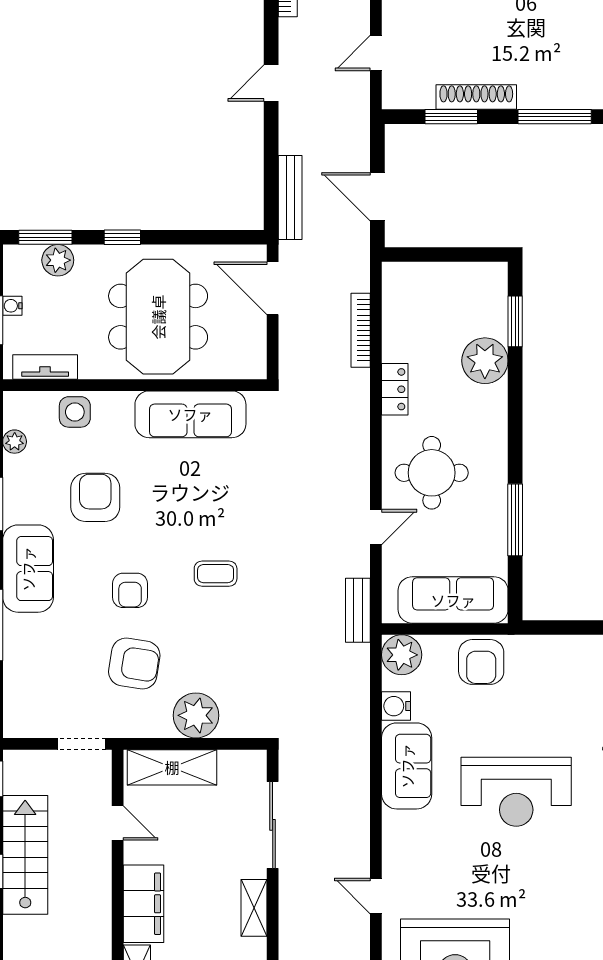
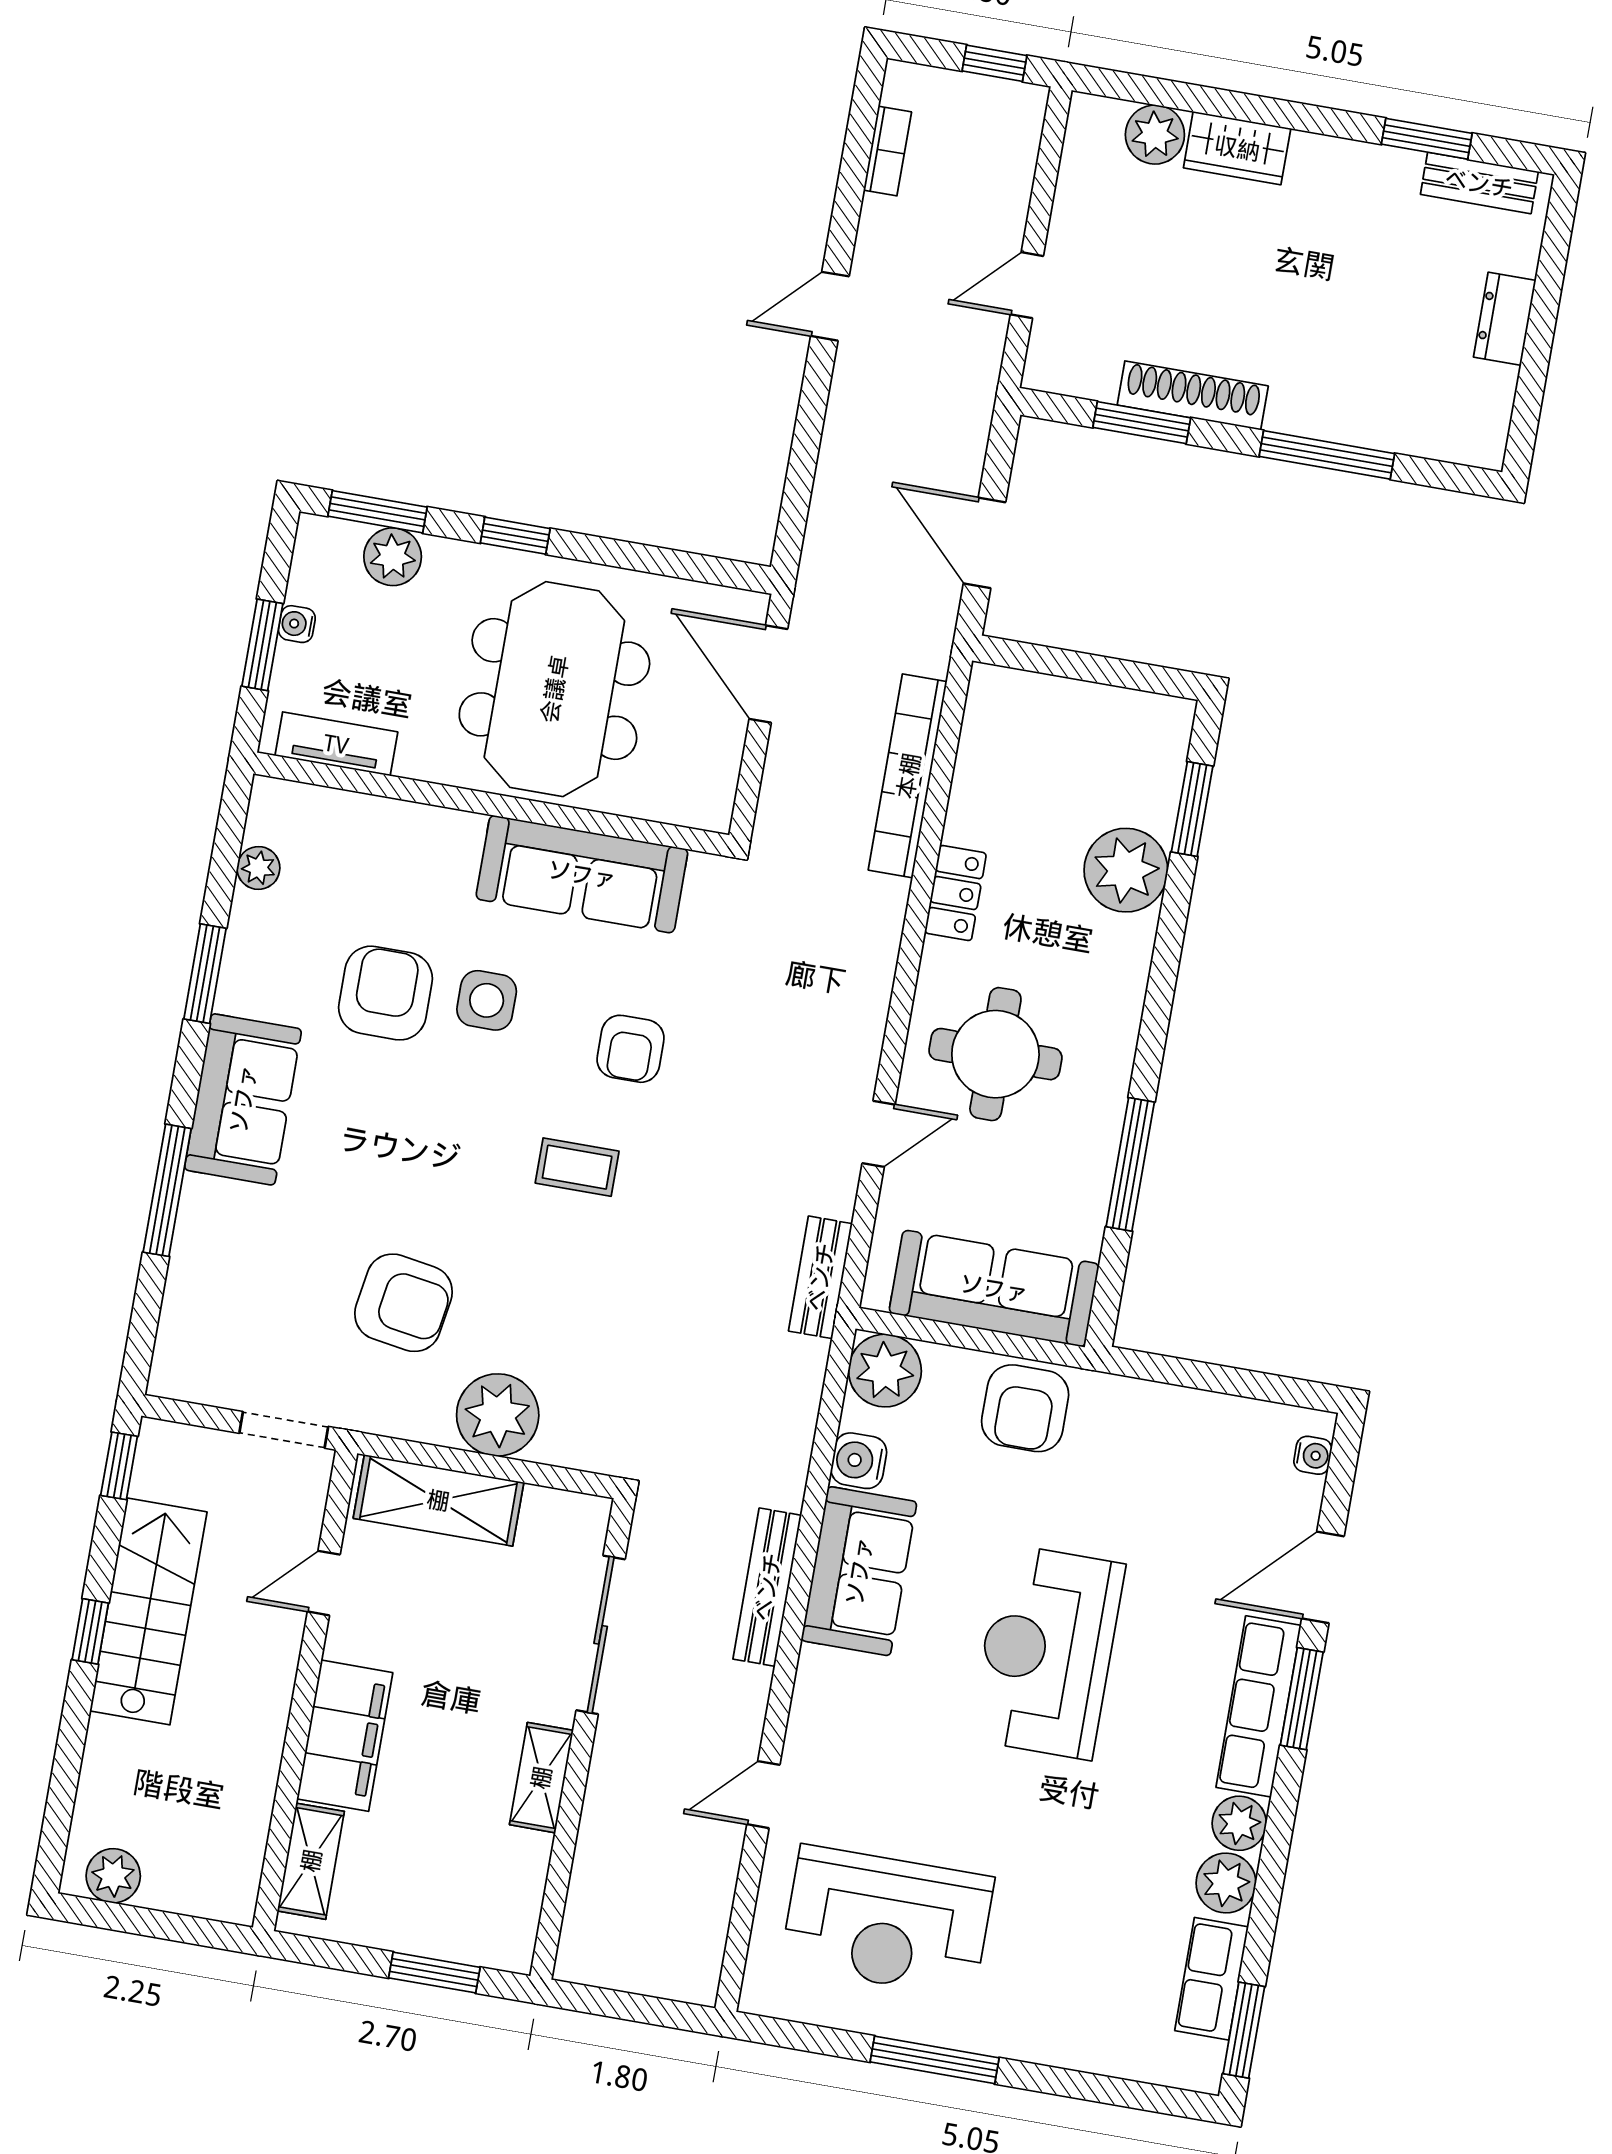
bench: (290, 197) -> (767, 1587), moved
bookcase: (361, 330) -> (908, 776), width x1.48, depth x1.31
side table: (75, 412) -> (487, 1000), moved
armchair: (130, 590) -> (631, 1049), moved
reception desk: (516, 792) -> (1047, 1652), turned 90
door: (118, 823) -> (324, 1583), swing flipped
door: (376, 896) -> (763, 1795), hinge flipped

